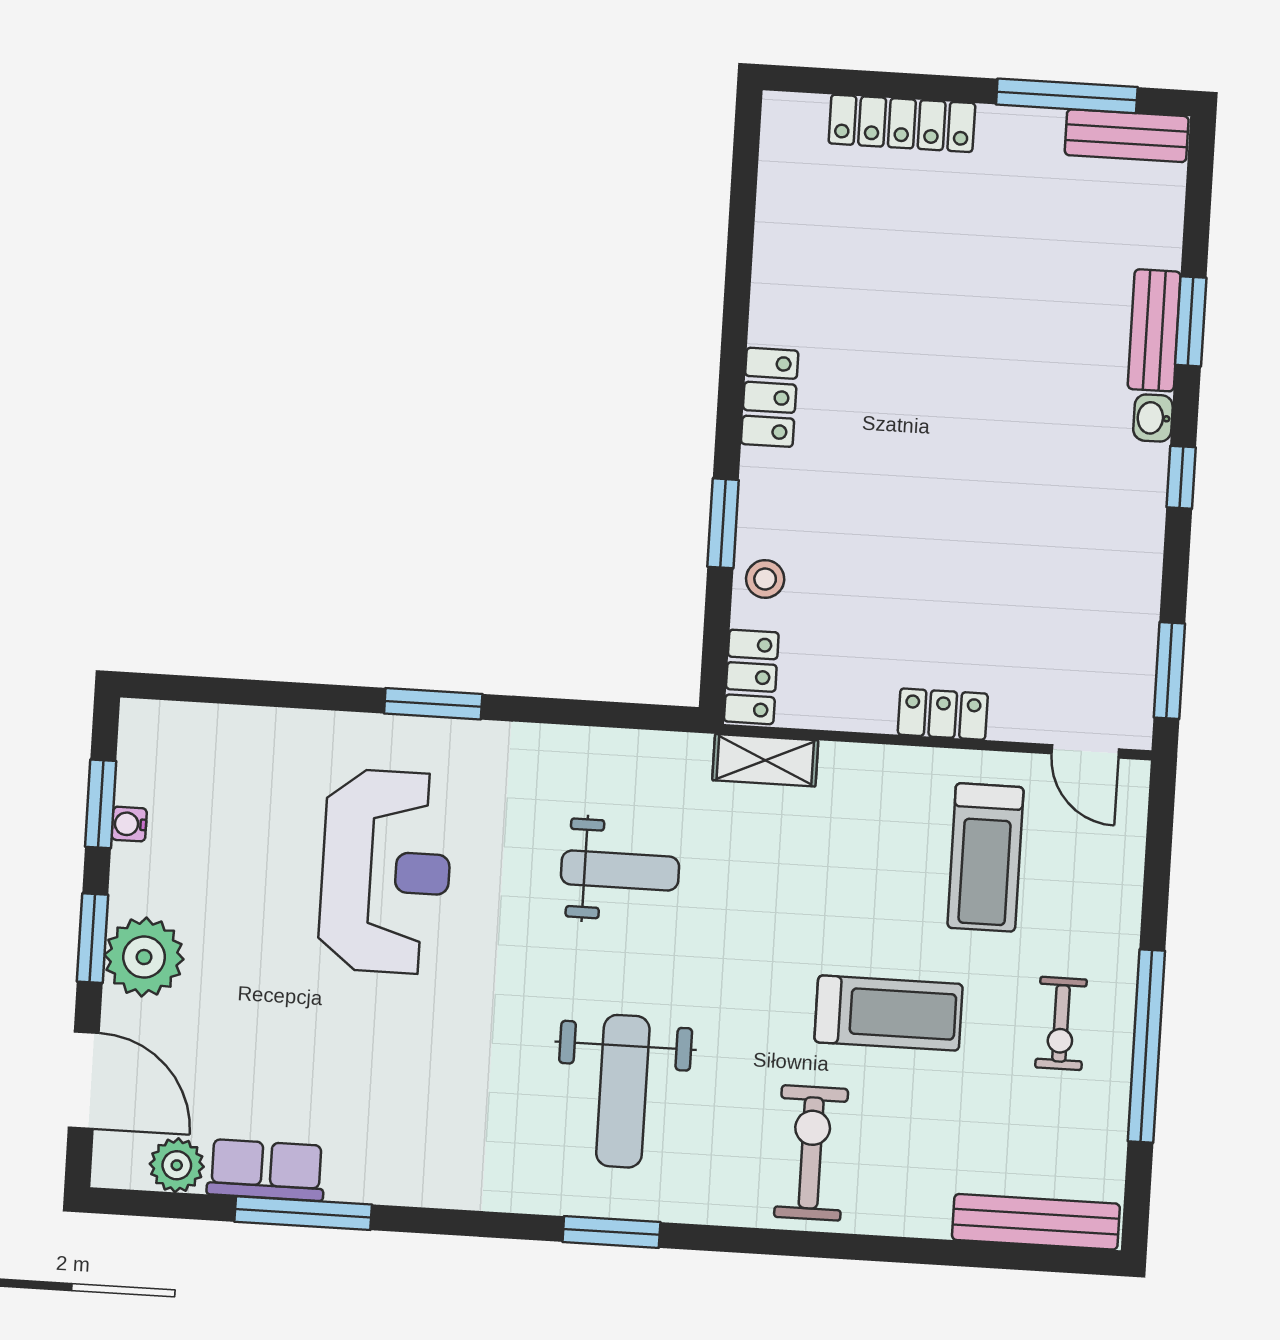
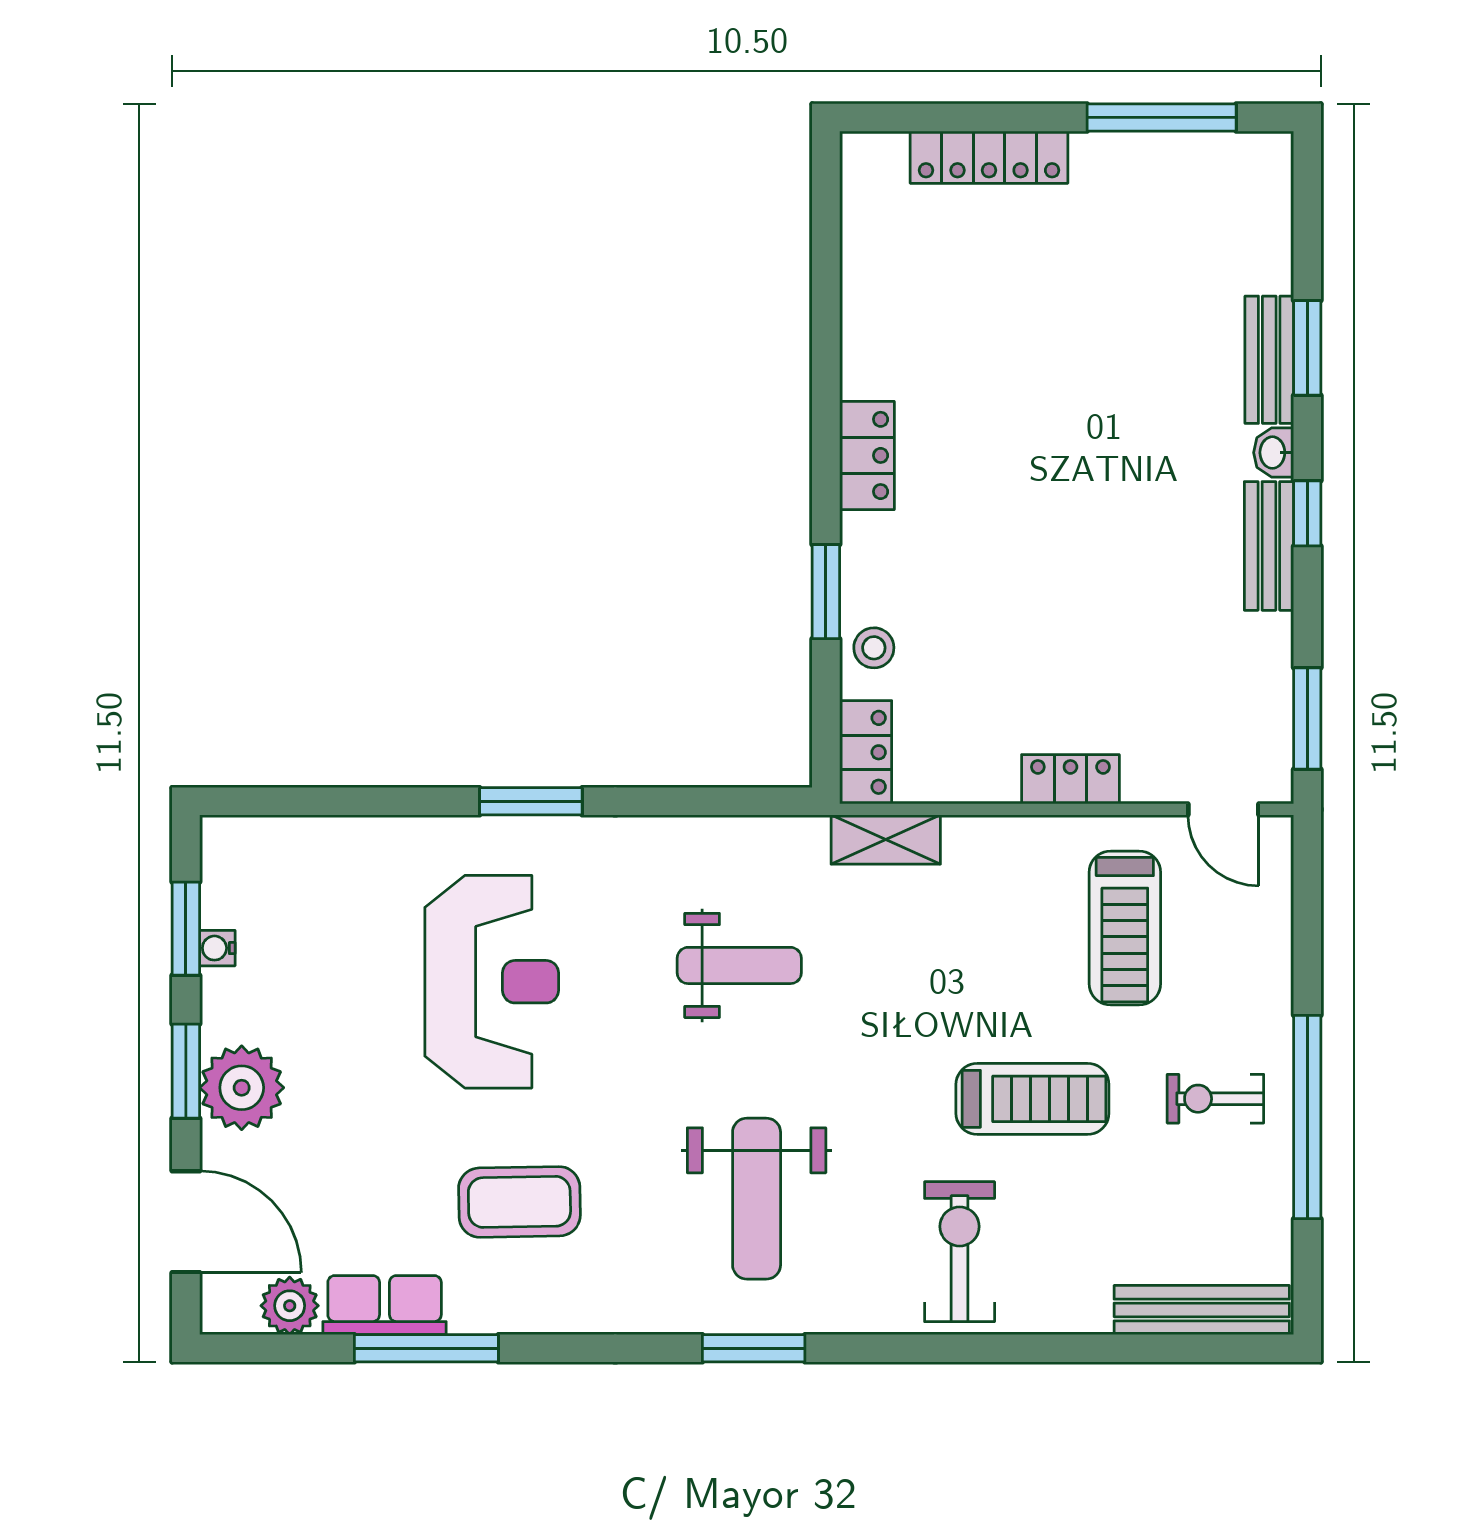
bench: (1127, 136) -> (1269, 546), moved, turned 90
exercise bike: (1061, 1023) -> (1215, 1099), turned 90
coffee table: (399, 1081) -> (519, 1202), added

